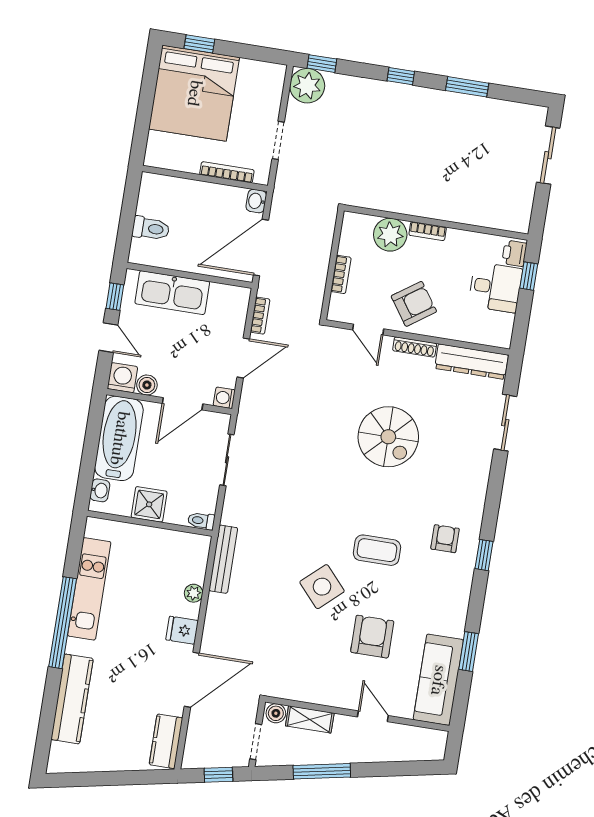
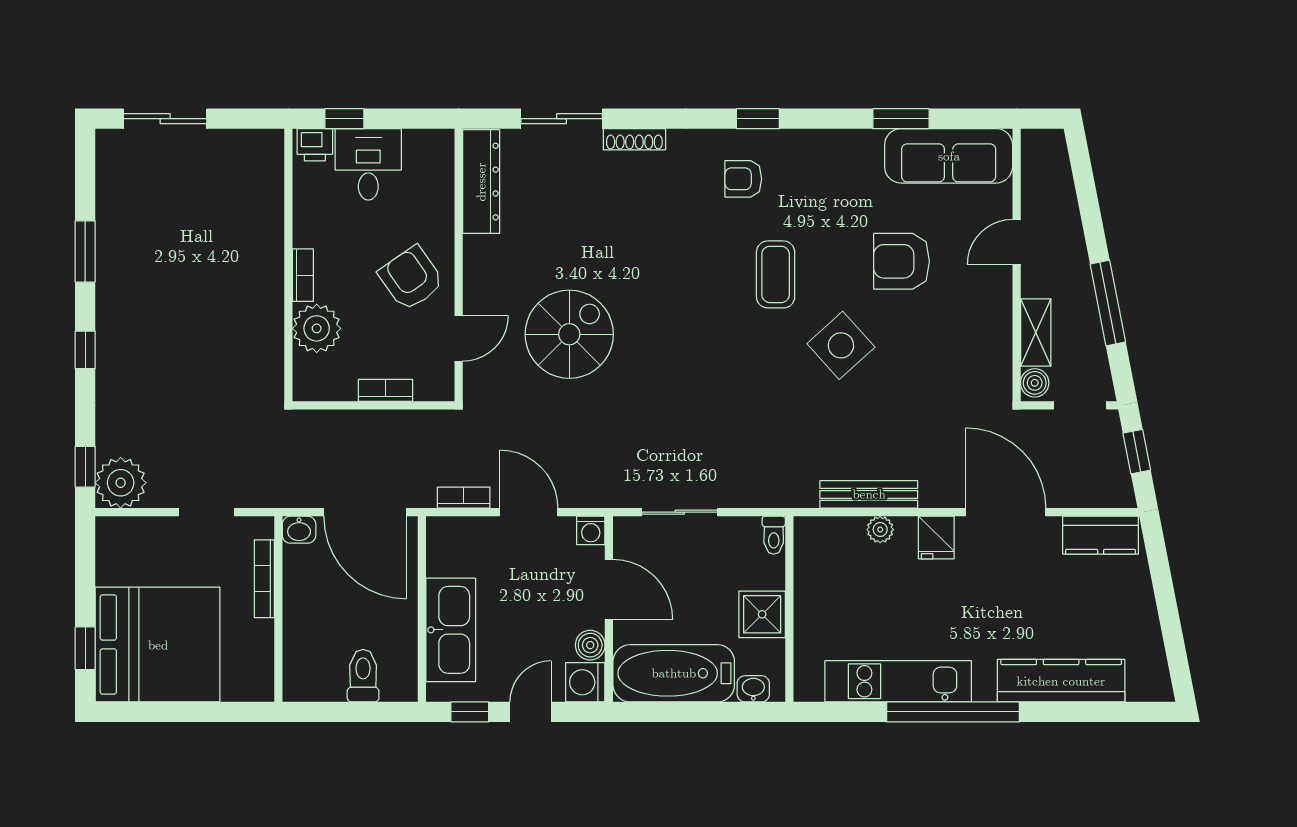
shoe rack: (415, 347) -> (634, 139), moved, turned 90
spiral stairs: (388, 437) -> (569, 334), moved
bench: (223, 559) -> (869, 494), moved

